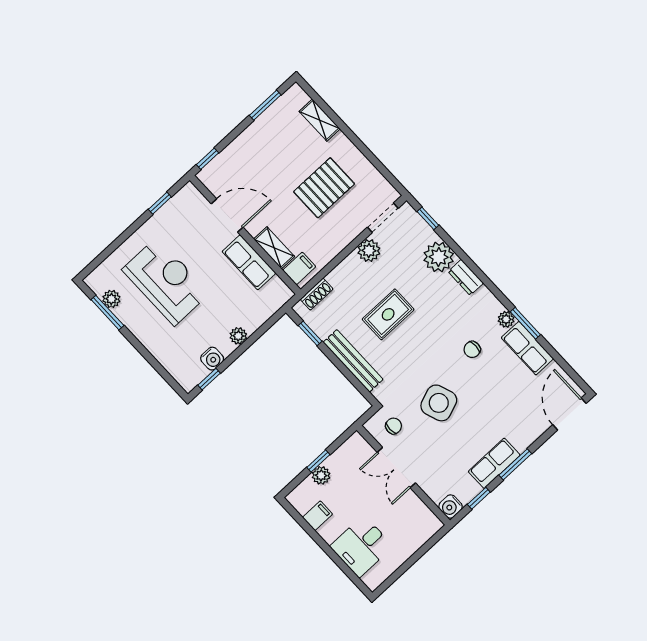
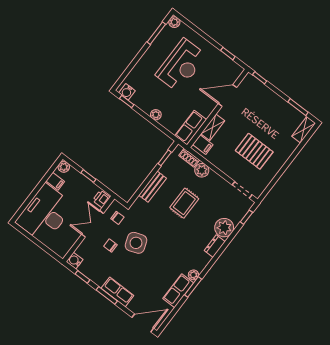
shelving: (320, 120) -> (304, 130), moved
door: (227, 215) -> (227, 96), swing flipped
plant: (369, 251) -> (202, 170), moved
row of seats: (249, 262) -> (191, 128), moved
plant: (111, 299) -> (174, 22), moved
rug: (388, 314) -> (184, 203), turned 90
chair: (472, 349) -> (110, 246), moved
water cooler: (212, 359) -> (127, 92), moved
bench: (353, 361) -> (153, 187), width x0.73
printer: (359, 447) -> (101, 199), added
row of seats: (494, 463) -> (117, 292), moved
plant: (321, 475) -> (64, 167), moved
desk: (361, 546) -> (45, 214), width x1.87, depth x1.30

